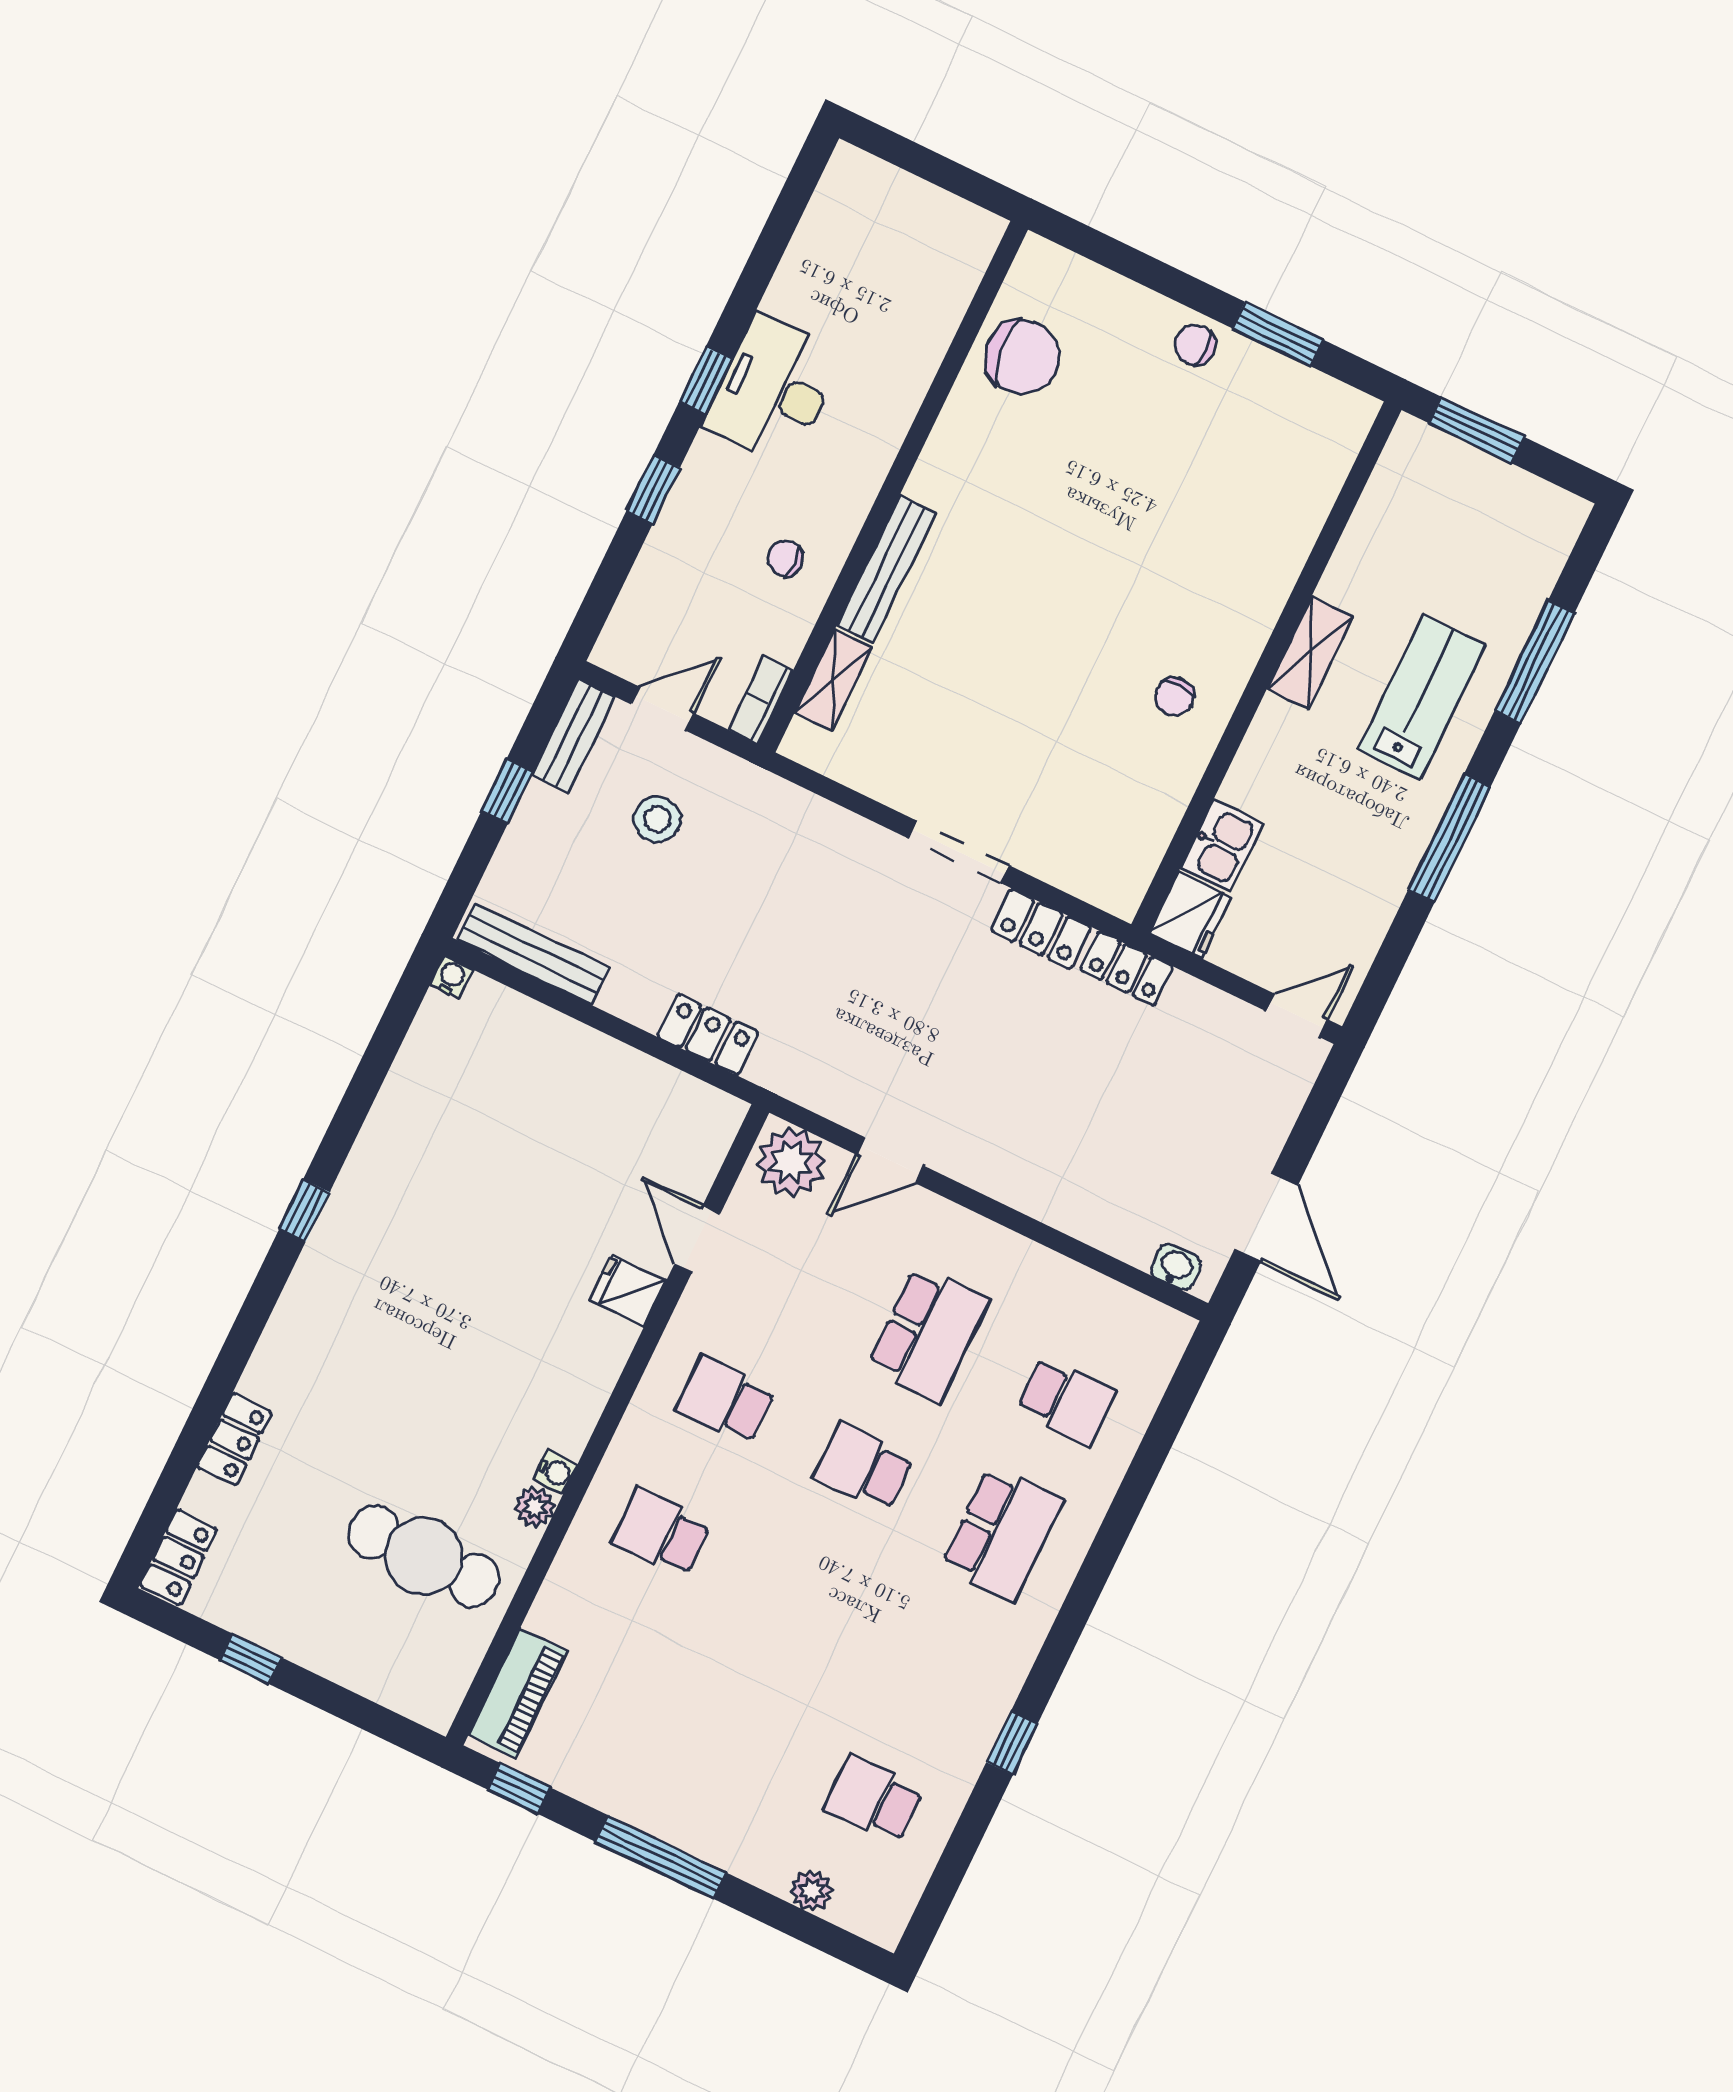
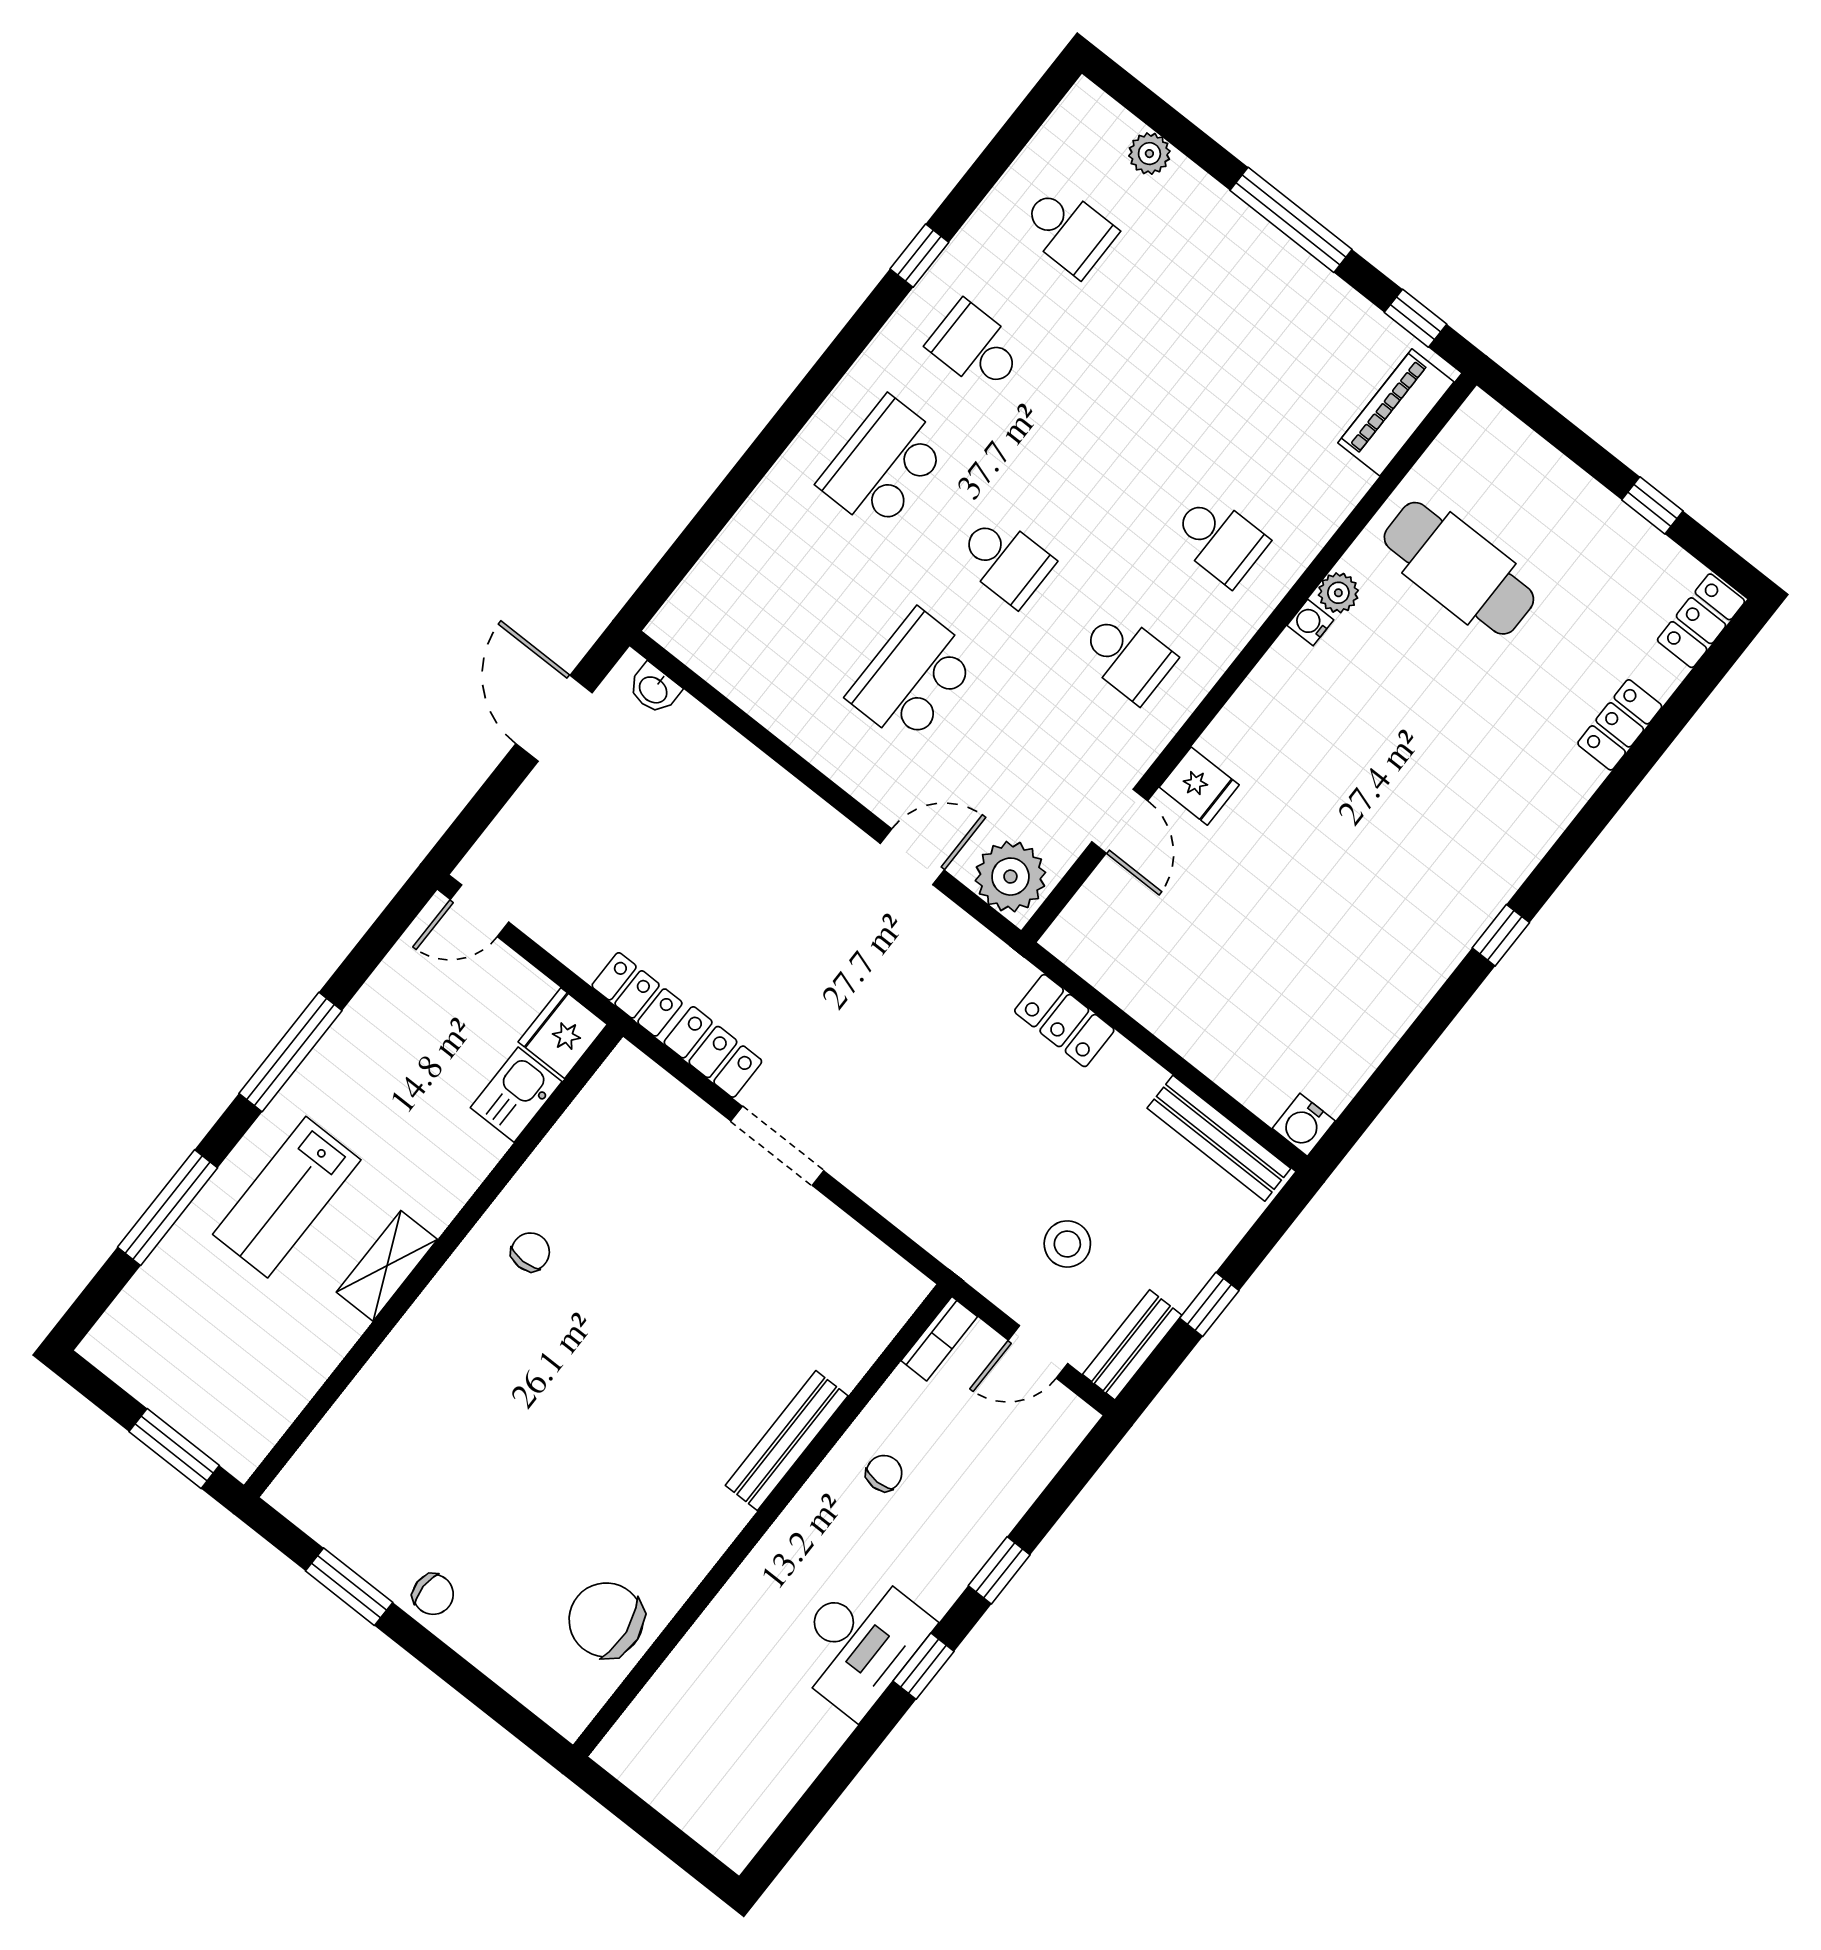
chair: (785, 558) -> (884, 1473), turned -90
shelving: (834, 680) -> (863, 1343), removed
water cooler: (452, 977) -> (1304, 1125), width x1.38, depth x1.38
school desk: (1066, 1401) -> (976, 347), moved

